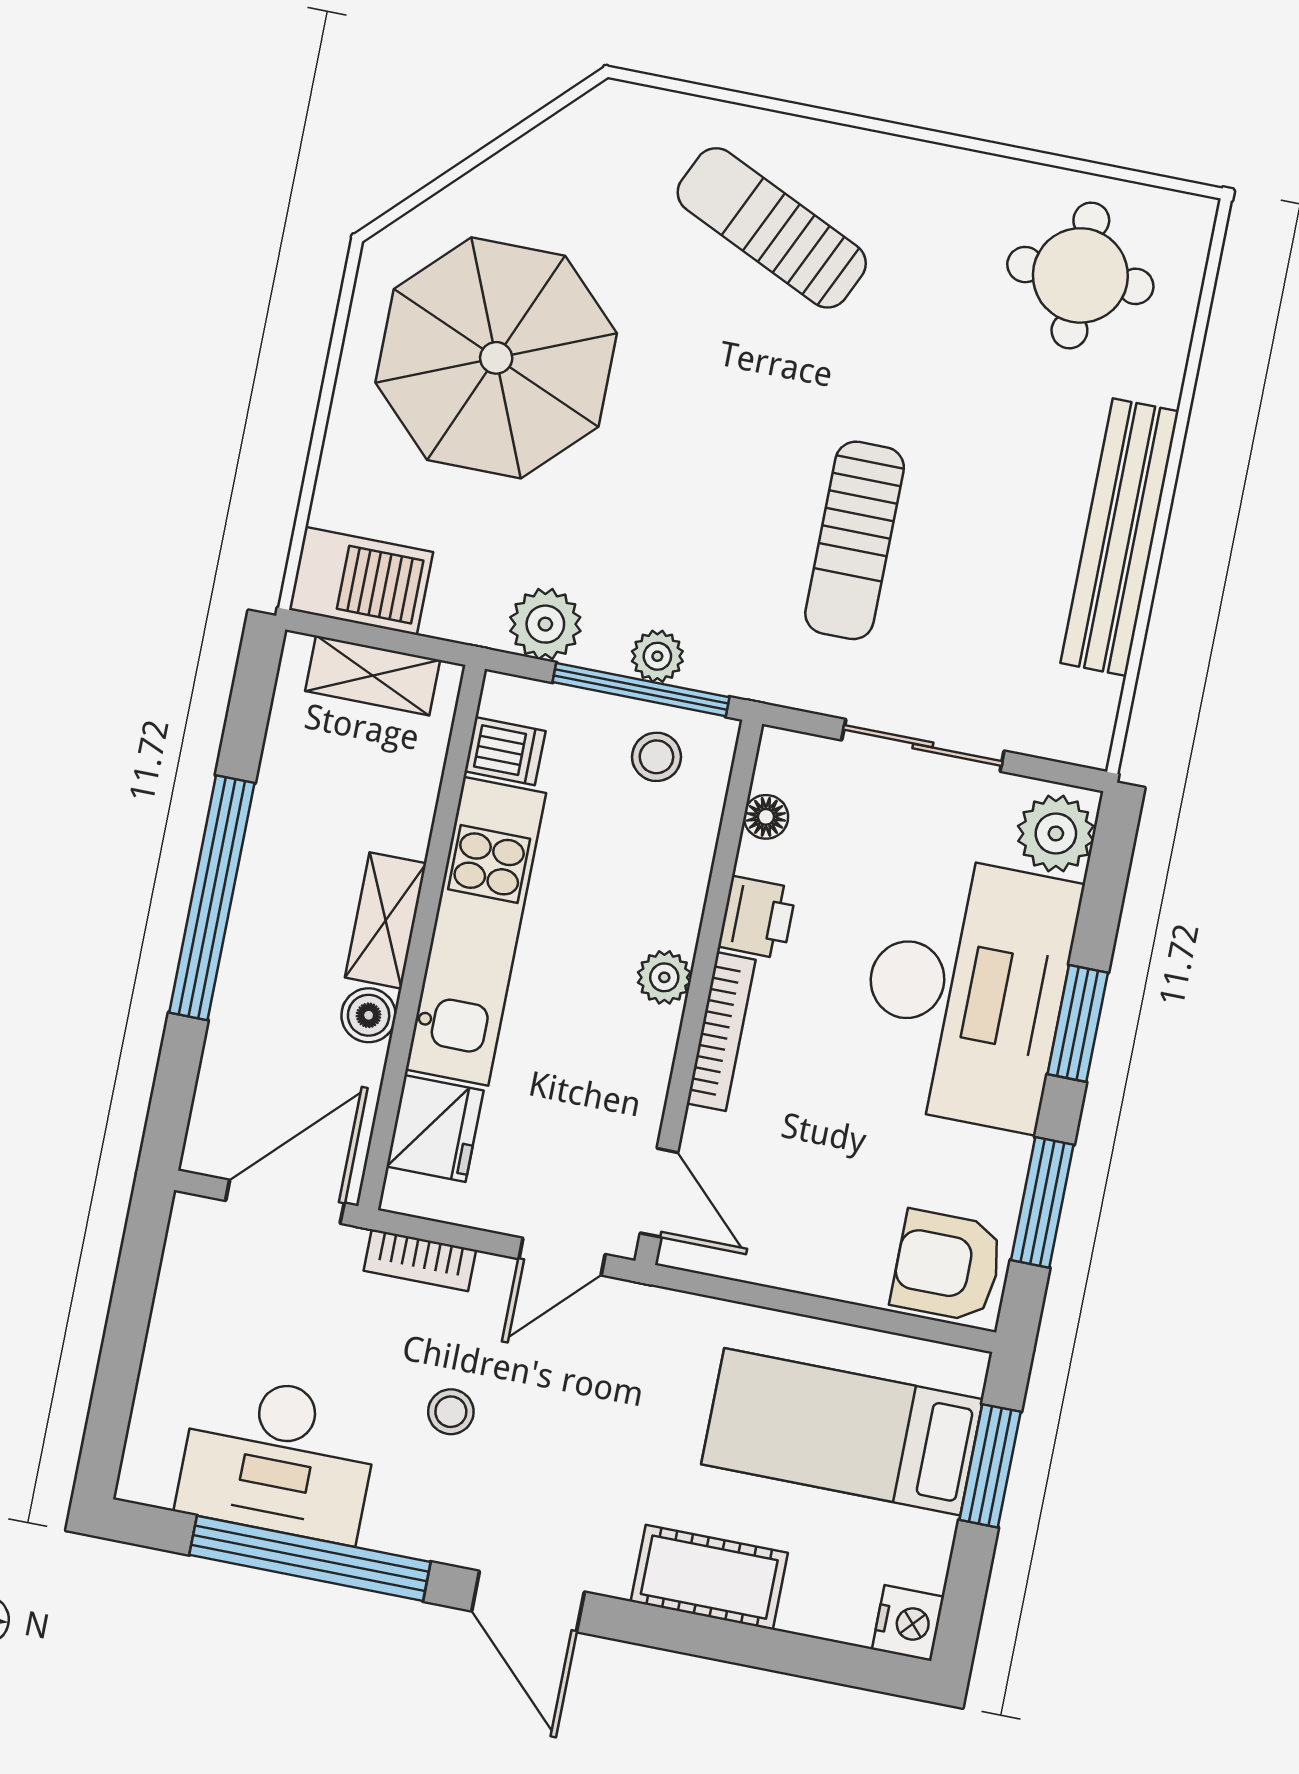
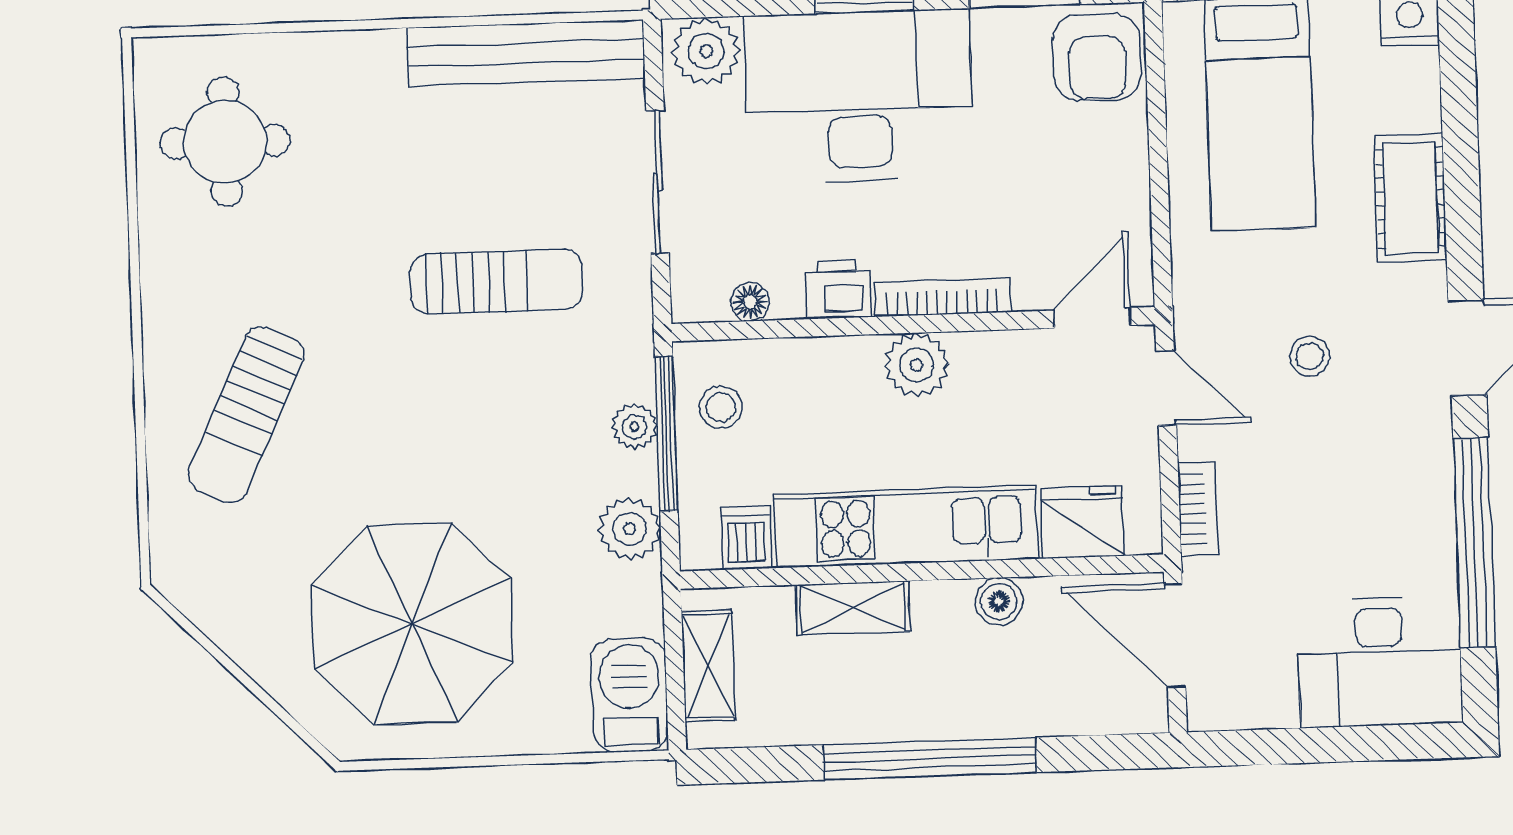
bench: (1120, 537) -> (526, 53), moved
shelving: (386, 920) -> (853, 608), moved
plant: (664, 977) -> (916, 365), width x1.38, depth x1.38
stool: (451, 1412) -> (1310, 356), moved
desk: (278, 1458) -> (1380, 662), moved, turned 90

